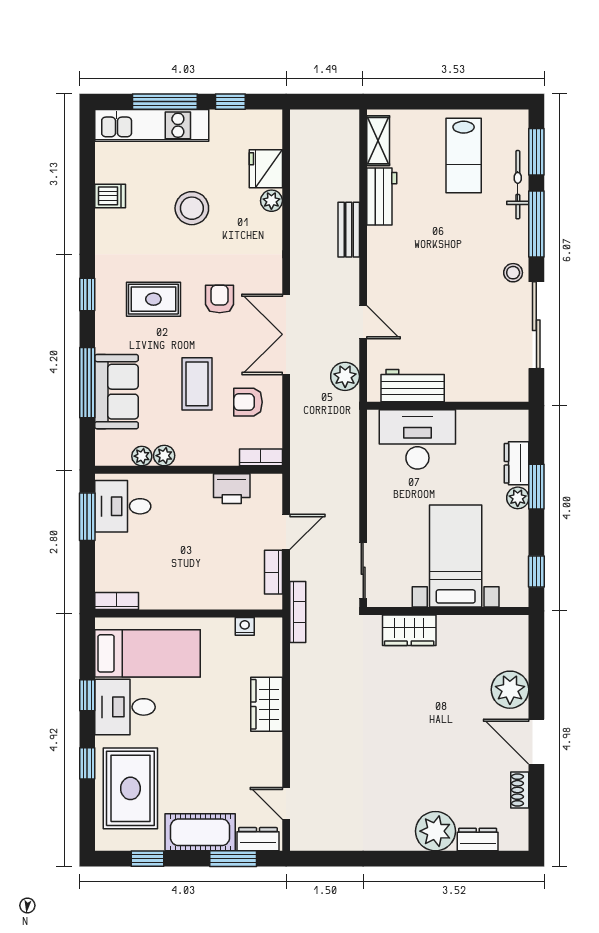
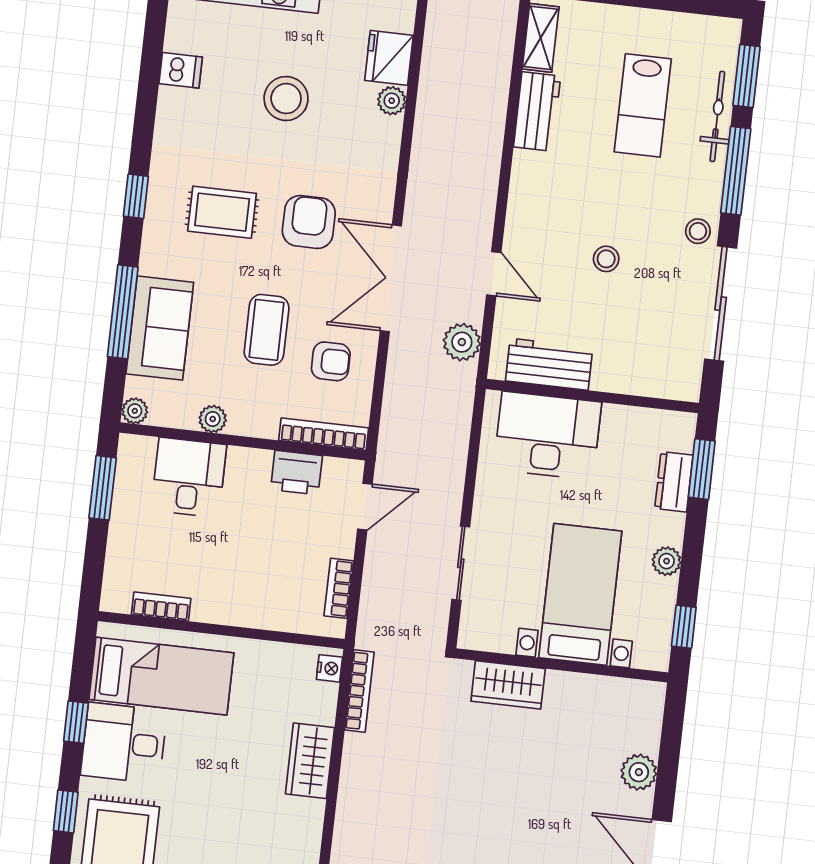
lab bench: (464, 156) -> (643, 105), moved
bench: (349, 230) -> (489, 150), removed
armchair: (220, 299) -> (309, 222), width x1.38, depth x1.38
stool: (446, 301) -> (606, 259), added
armchair: (248, 402) -> (331, 361), turned 180
plant: (142, 456) -> (135, 411), moved
bookcase: (261, 457) -> (324, 434), width x1.56
window: (536, 487) -> (702, 469), moved
plant: (518, 498) -> (667, 561), moved
desk: (123, 506) -> (189, 477), moved, turned 90
door: (286, 532) -> (365, 507), moved
sliding door: (363, 571) -> (461, 563), moved
bookcase: (117, 601) -> (161, 607), moved
bookcase: (298, 612) -> (359, 691), moved
nightstand: (245, 626) -> (329, 668), moved, turned 90
plant: (510, 690) -> (639, 772), width x0.73, depth x0.73

